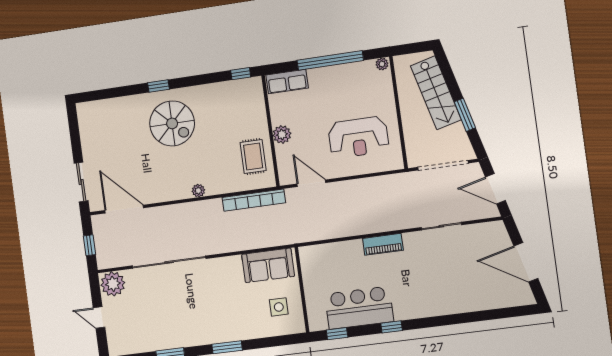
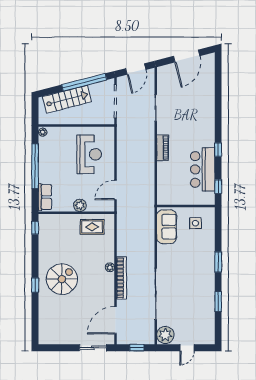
window: (465, 115) -> (84, 82), width x2.11
bookcase: (254, 200) -> (121, 278), moved

